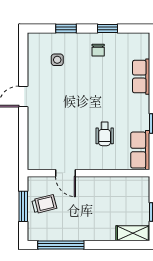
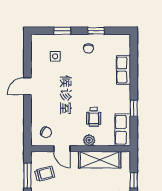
chair: (46, 153) -> (46, 132), added
plant: (99, 163) -> (89, 140), added
shelving: (112, 187) -> (100, 160), added

